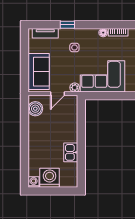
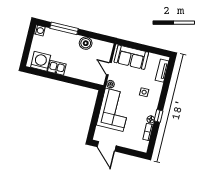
window: (67, 25) -> (159, 116), moved
boiler: (35, 109) -> (86, 43), moved
window: (25, 155) -> (64, 28), added
washing machine: (50, 178) -> (41, 61), moved, turned -90

